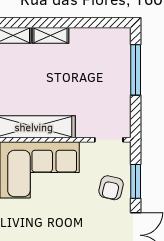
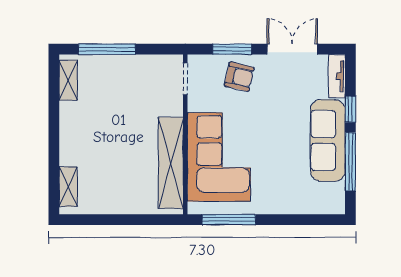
shelving: (50, 35) -> (68, 80), moved

